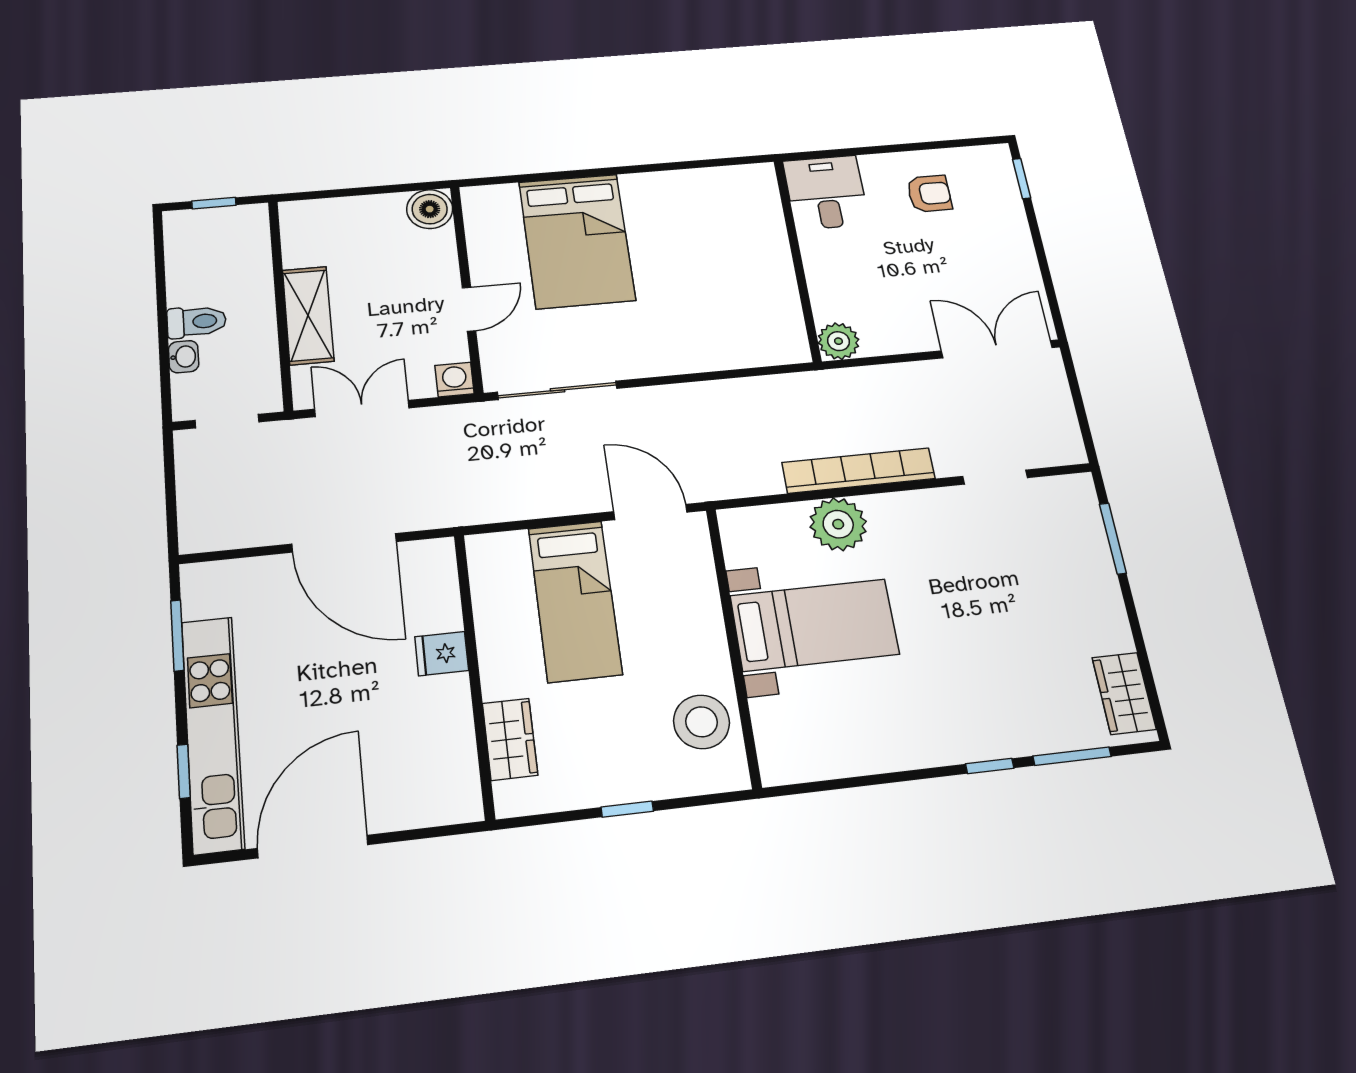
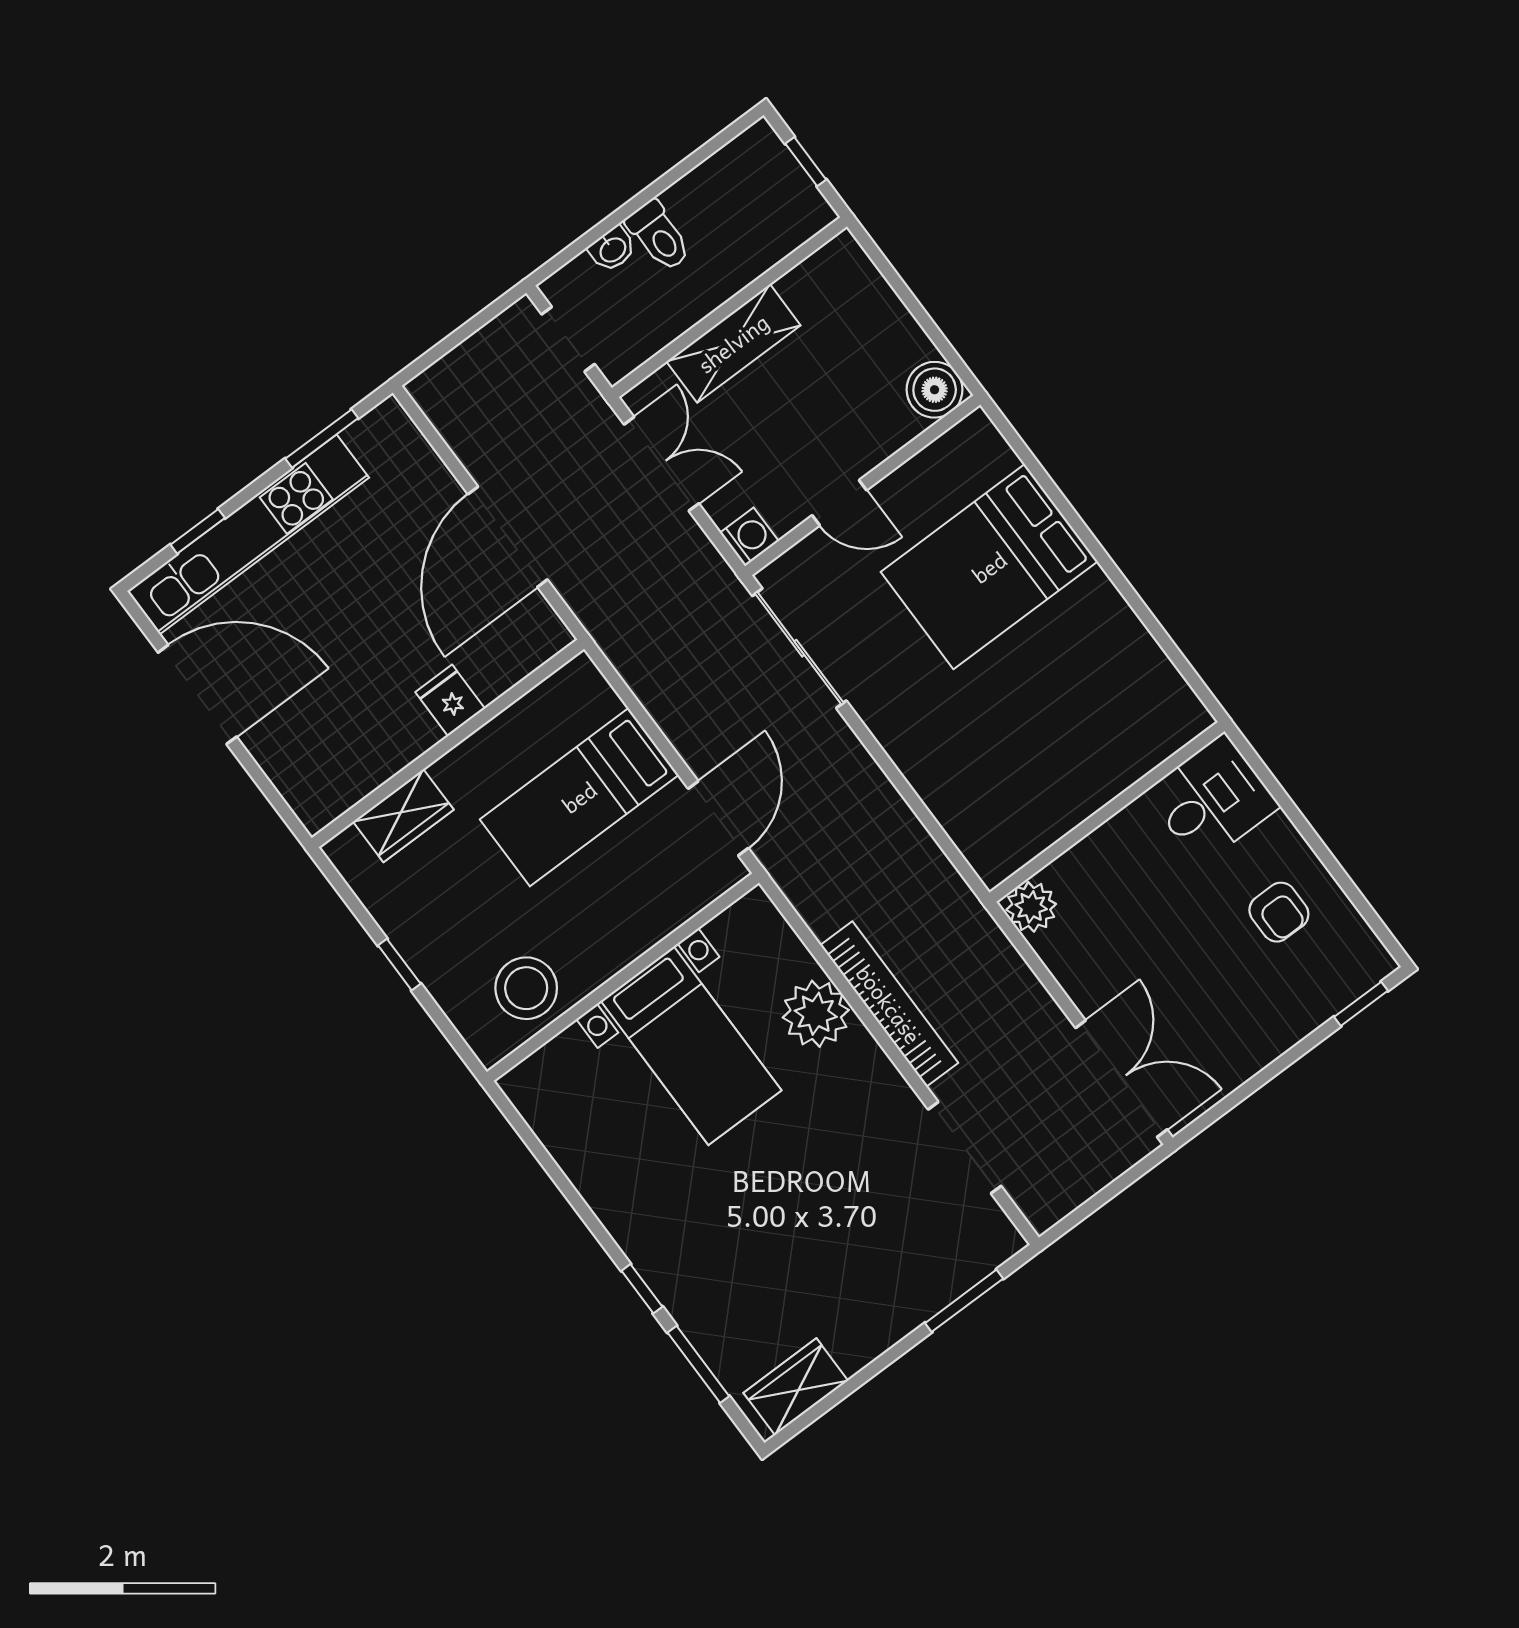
doorway: (995, 477) -> (965, 1148), width x1.38

